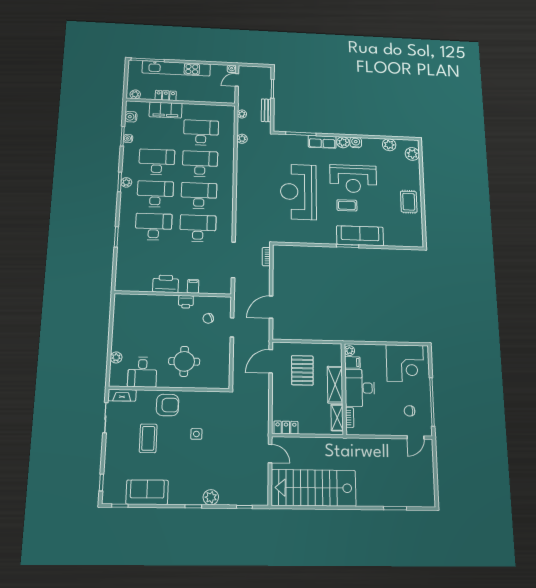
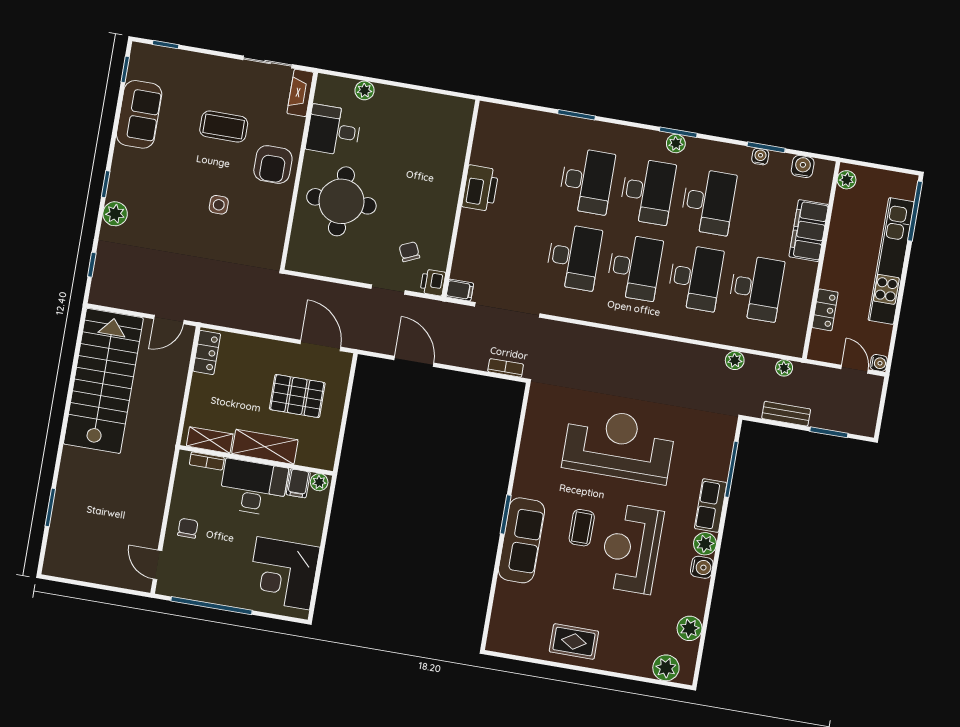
locker: (166, 95) -> (825, 310), moved
filing cabinet: (193, 286) -> (460, 290), moved
printer: (186, 302) -> (433, 282), moved
round table: (184, 361) -> (341, 201), width x1.36, depth x1.36
chair: (410, 411) -> (188, 528), moved

